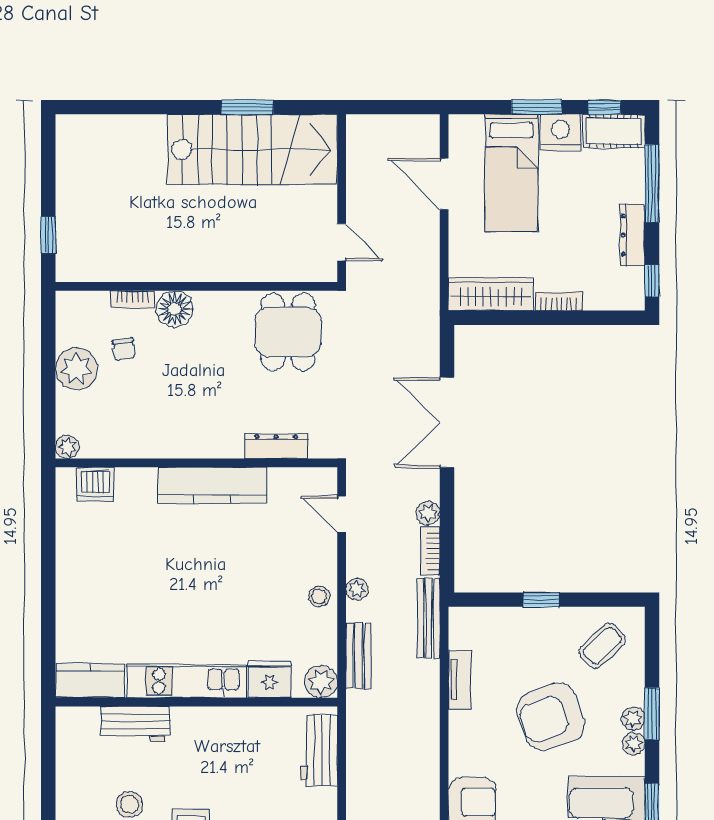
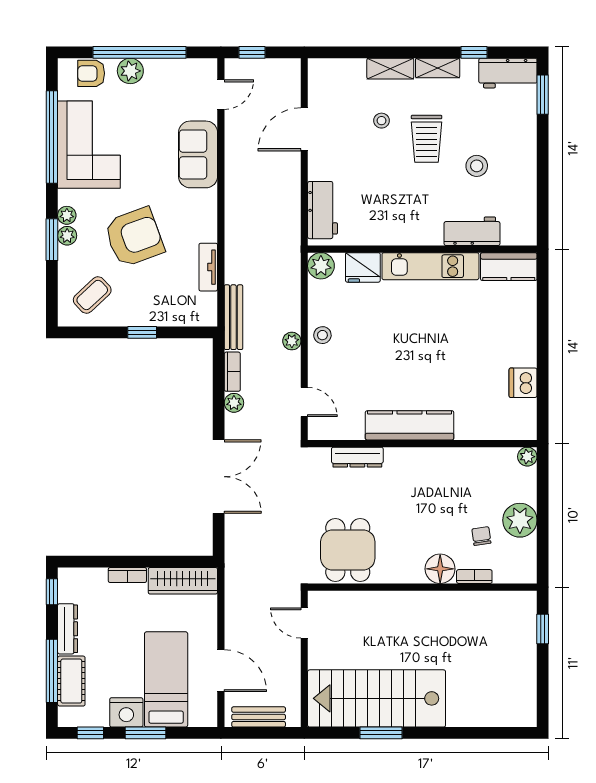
cot: (614, 131) -> (71, 681), moved, turned 90
dishwasher: (95, 484) -> (523, 383), moved, turned -90
bench: (358, 656) -> (259, 717), moved, turned 90

